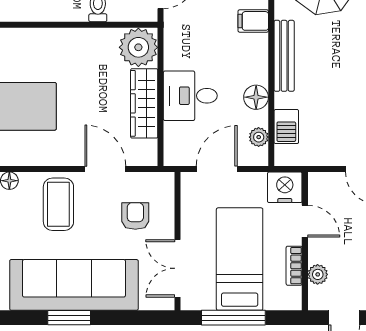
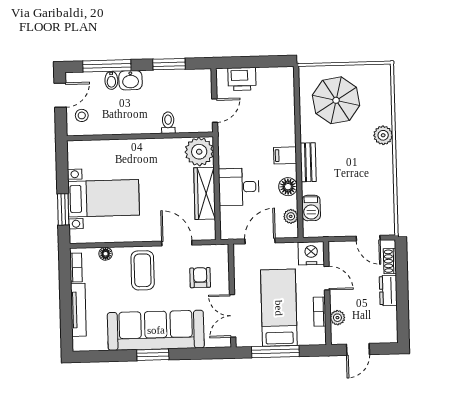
filing cabinet: (253, 21) -> (285, 155), moved
bench: (284, 56) -> (308, 162), width x0.73

